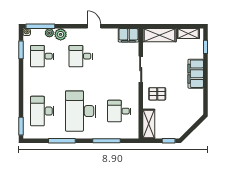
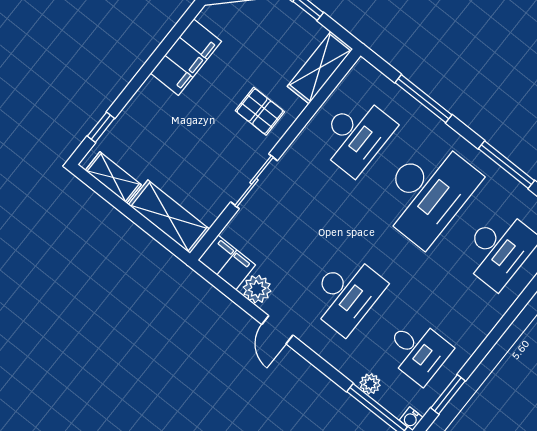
plant: (61, 34) -> (257, 289), moved
desk: (81, 56) -> (346, 294), width x1.37
filing cabinet: (196, 74) -> (186, 57), moved
desk: (119, 111) -> (356, 135), width x1.37

